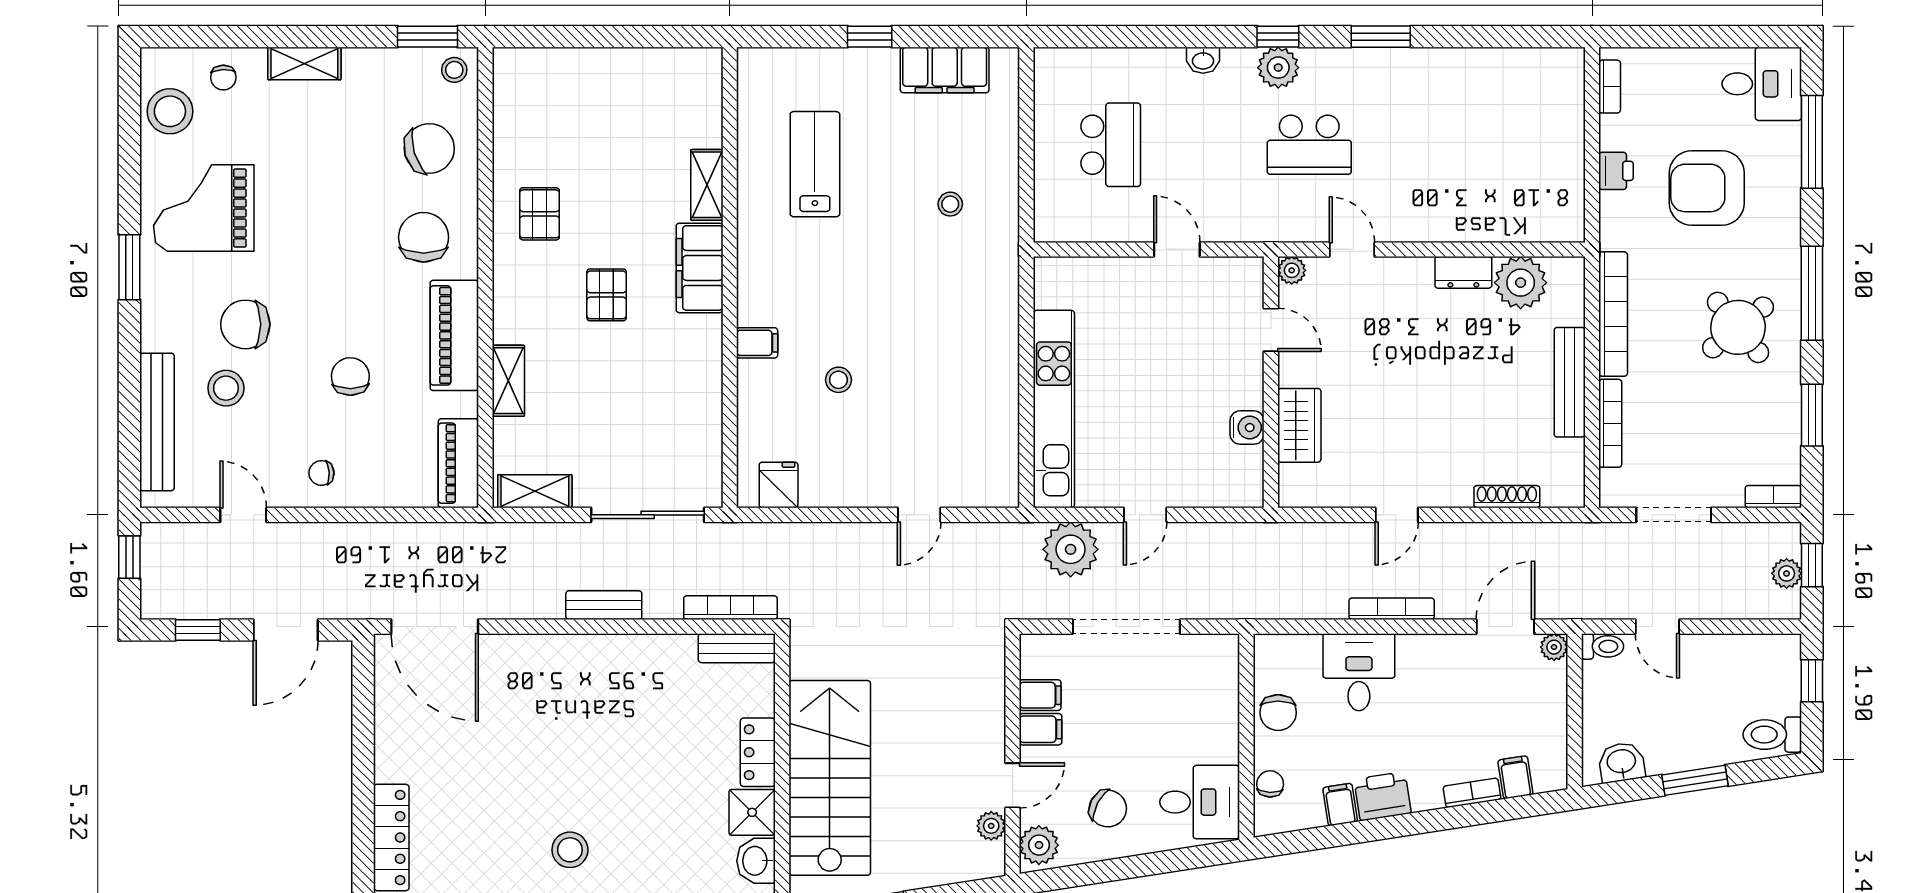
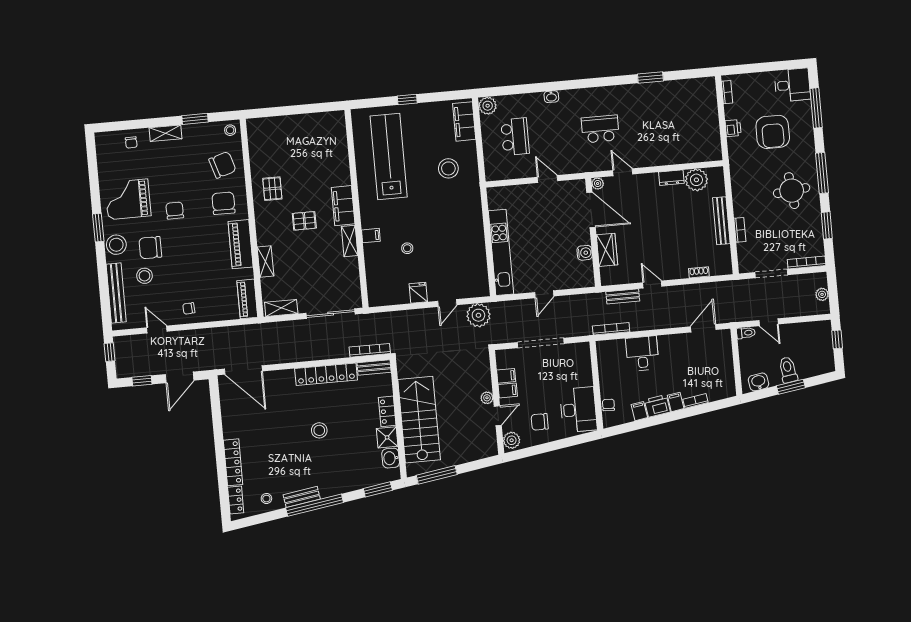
window: (428, 37) -> (195, 119), moved
window: (1278, 37) -> (583, 84), removed
window: (1381, 37) -> (650, 77), moved
plant: (1278, 68) -> (488, 106), moved
filing cabinet: (945, 70) -> (464, 121), moved, turned 90
stool: (170, 111) -> (116, 245), moved
school desk: (1309, 145) -> (600, 129), turned 180
lab bench: (815, 164) -> (389, 157), width x1.86, depth x1.39
shelving: (707, 185) -> (350, 241), moved
armchair: (1707, 188) -> (773, 132), turned -90
stool: (950, 204) -> (448, 168), width x1.89, depth x1.89
pallet: (607, 295) -> (304, 221), turned 90
bookcase: (1613, 314) -> (737, 190), removed
round table: (1738, 327) -> (792, 191), turned 33
door: (1271, 330) -> (591, 210), width x1.88
chair: (350, 376) -> (175, 211), moved
bookcase: (1610, 423) -> (740, 230), width x0.64
fridge: (779, 485) -> (418, 293), moved
shoe rack: (1507, 497) -> (699, 272), width x0.70
bookcase: (1773, 497) -> (807, 262), width x1.56
door: (1397, 515) -> (652, 284), swing flipped
plant: (1071, 549) -> (478, 315), moved
window: (1812, 565) -> (833, 290), removed
bench: (604, 605) -> (623, 296), moved
bookcase: (1392, 609) -> (611, 329), moved
plant: (1554, 647) -> (725, 335), removed
locker: (625, 654) -> (326, 374), added
chair: (1278, 713) -> (609, 374), removed
toilet: (1772, 735) -> (788, 370), moved, turned 81
filing cabinet: (1515, 777) -> (676, 402), moved
desk: (1200, 802) -> (578, 410), width x1.37
chair: (1108, 809) -> (540, 422), turned 152
plant: (991, 826) -> (487, 398), moved
stool: (570, 850) -> (319, 430), moved

